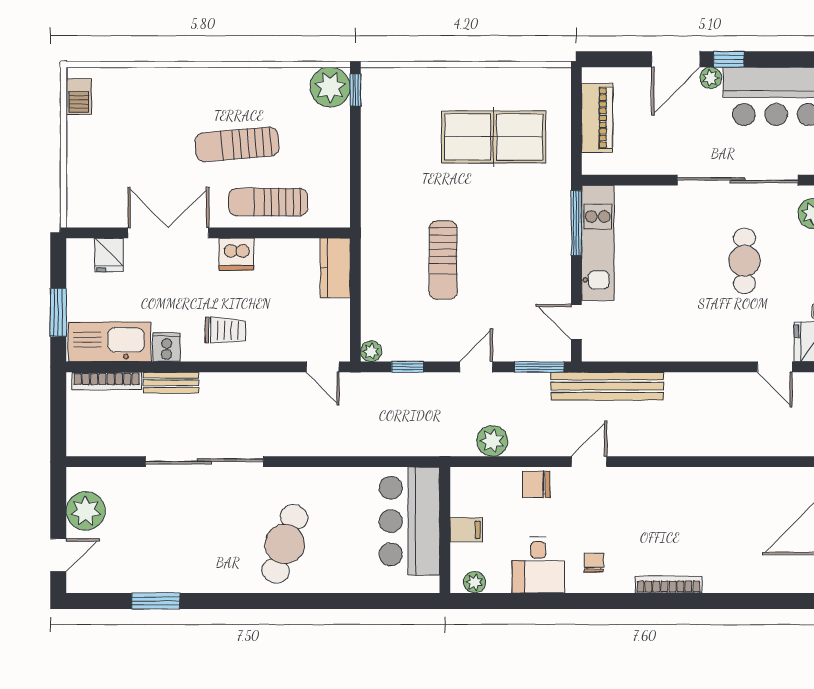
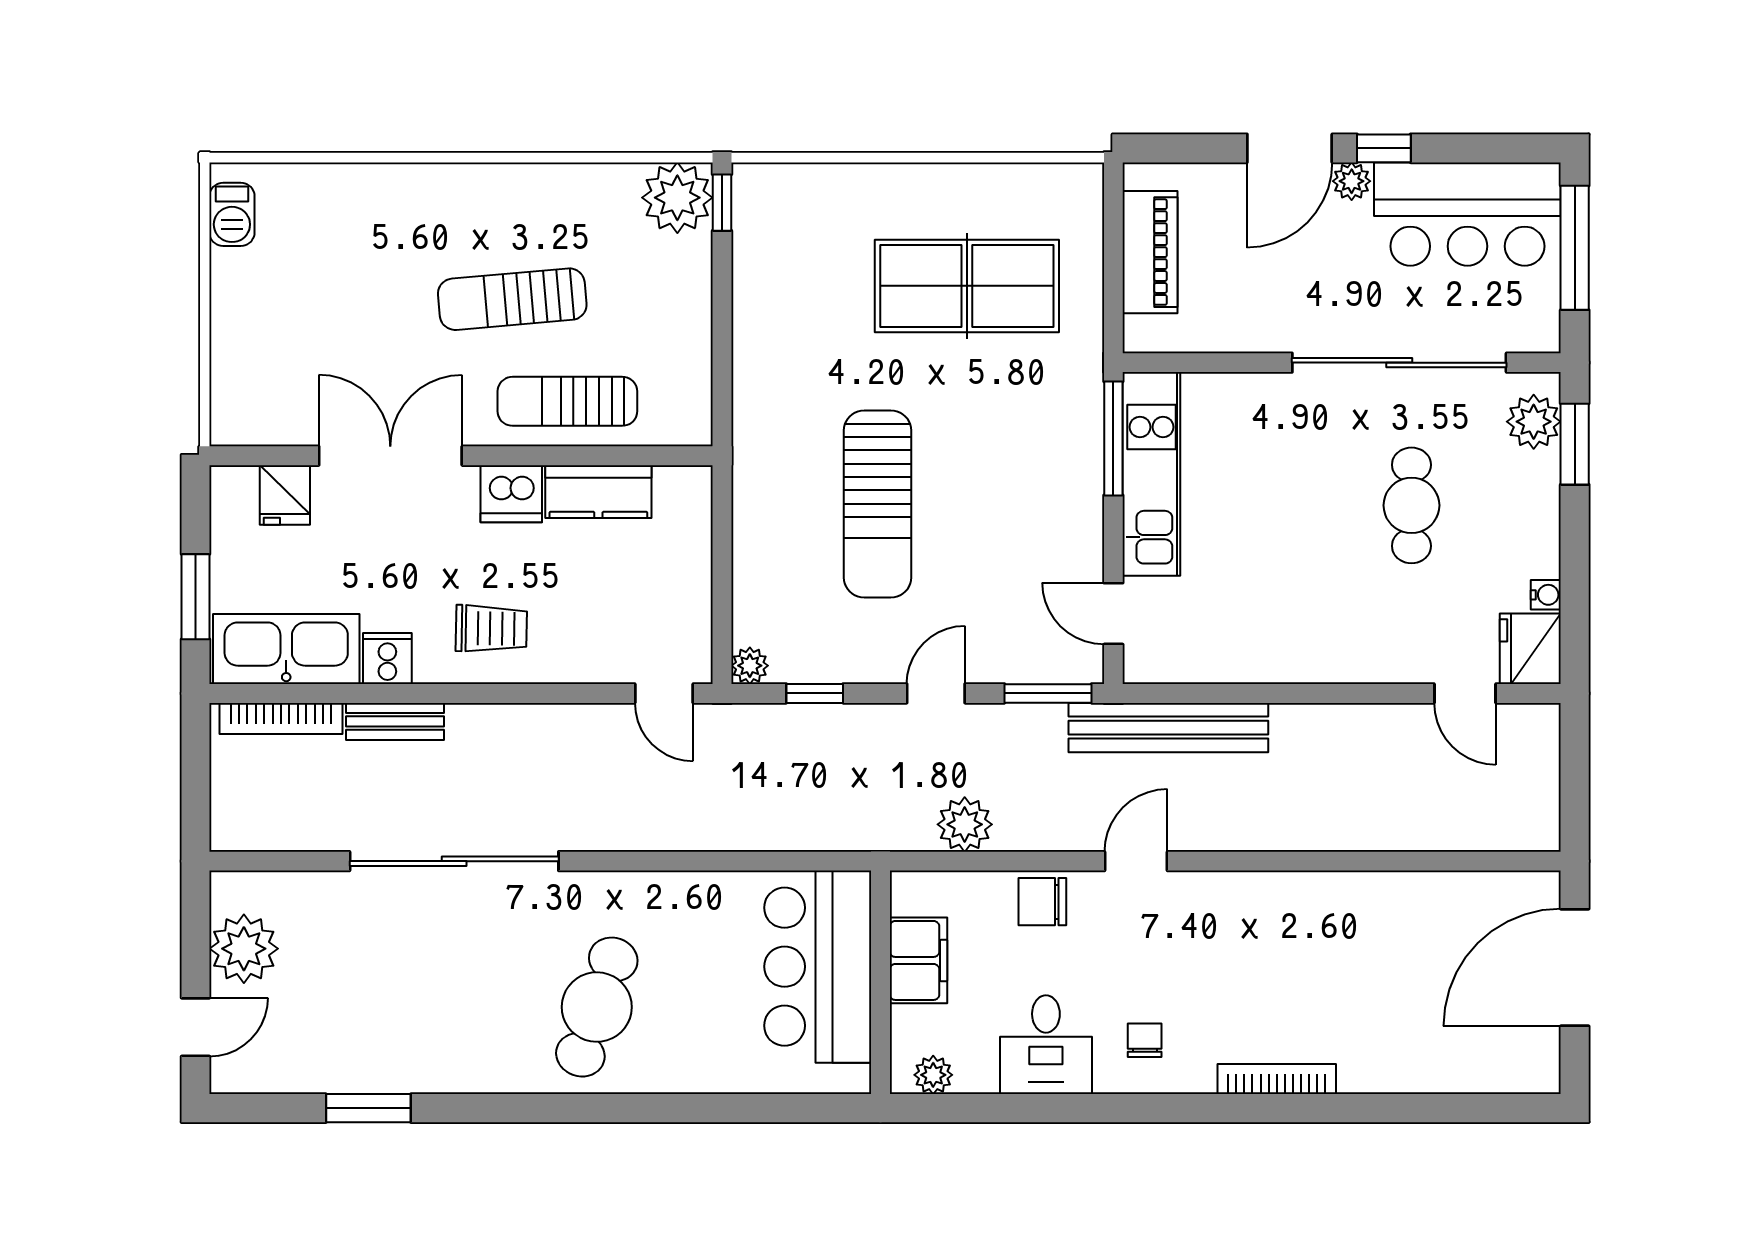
sun lounger: (443, 260) -> (878, 504), width x1.36, depth x1.34
kitchen counter: (335, 268) -> (598, 492), moved, turned -90
filing cabinet: (466, 530) -> (918, 960), width x2.00

